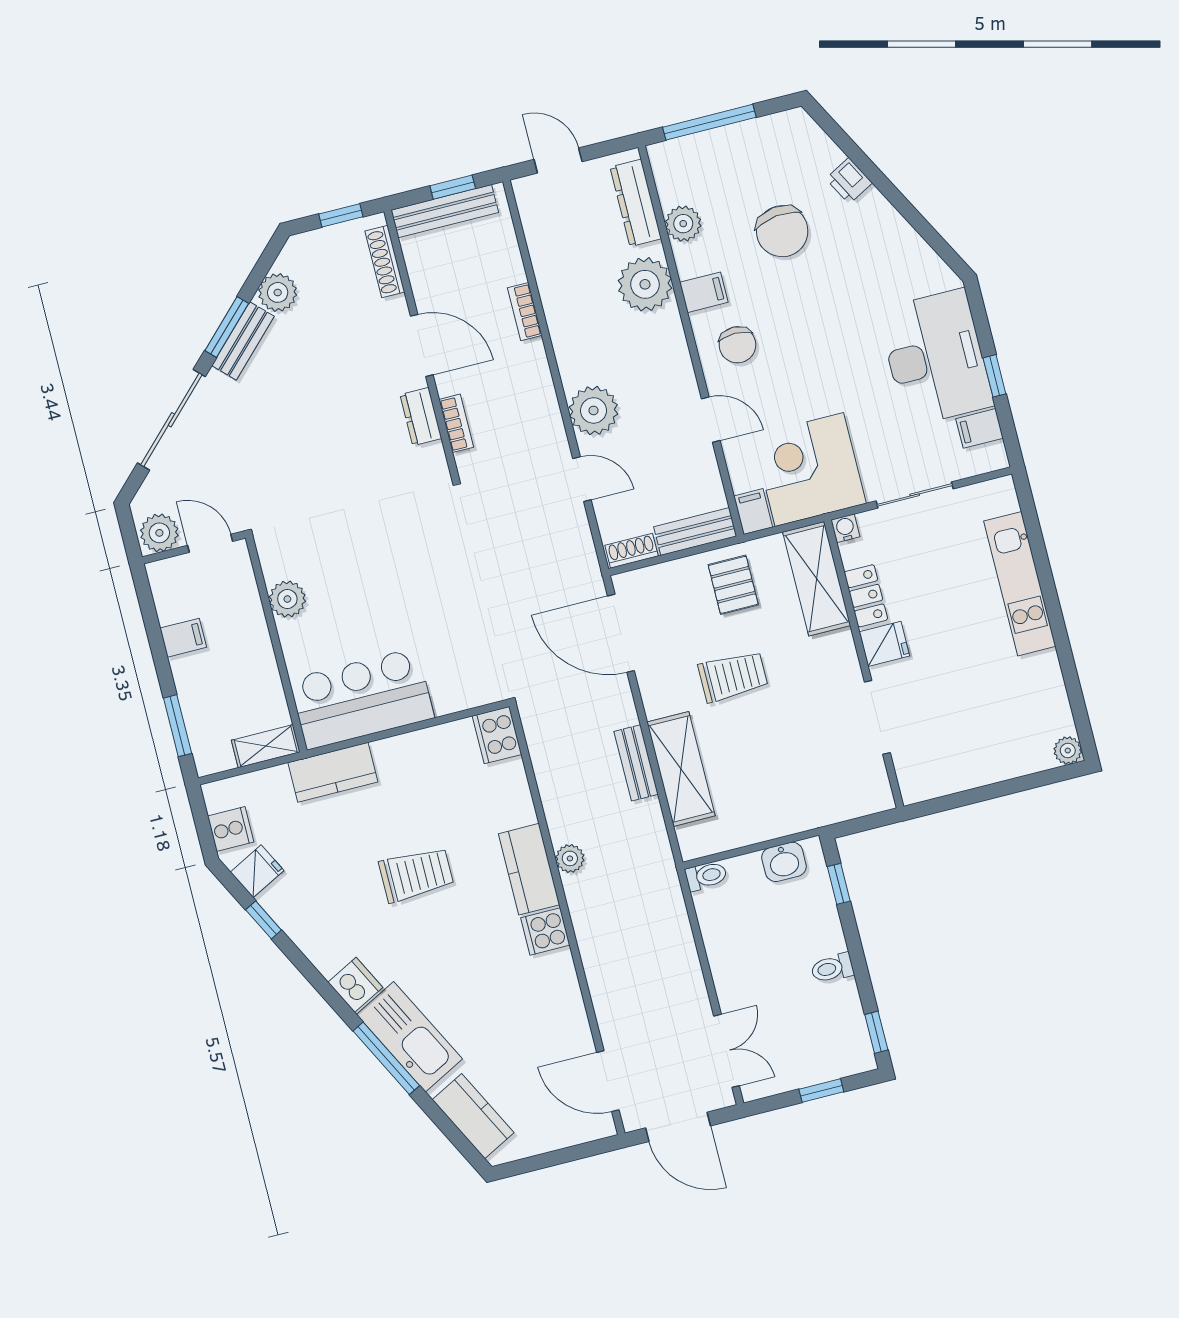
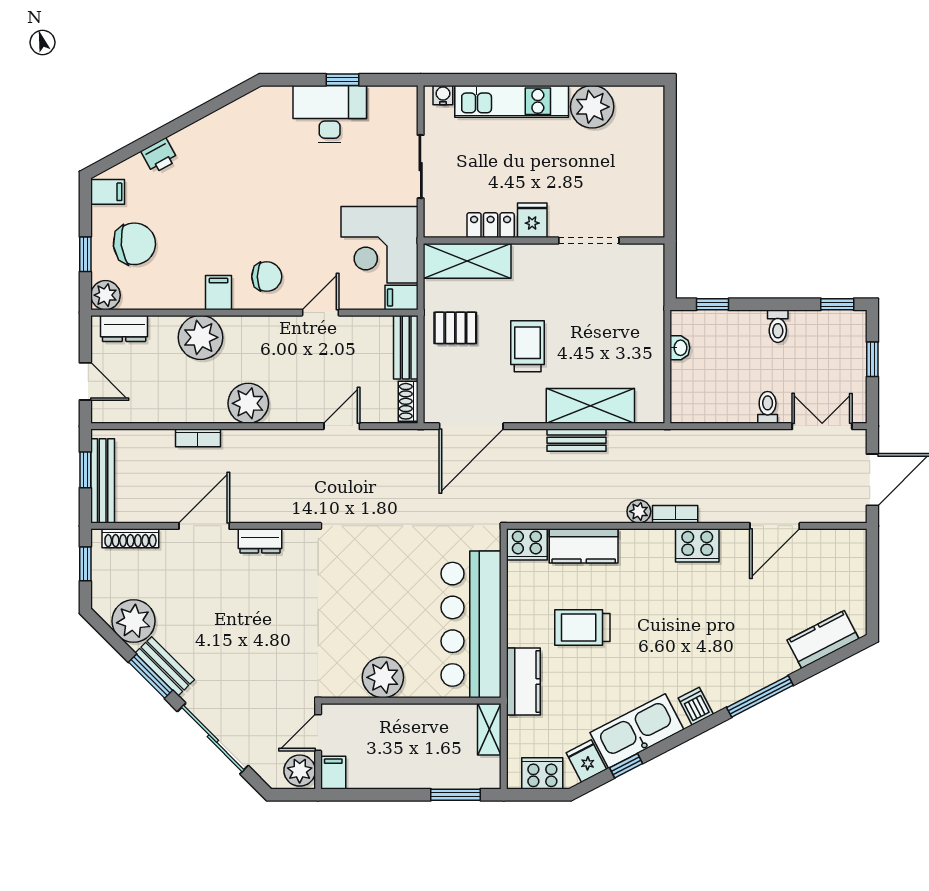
window: (709, 122) -> (85, 254), width x0.46
door: (558, 161) -> (85, 381), swing flipped
dresser: (636, 203) -> (124, 328), width x0.70
plant: (683, 224) -> (106, 295), moved
chair: (782, 231) -> (134, 244), moved
plant: (278, 292) -> (134, 621), width x1.36, depth x1.36
desk: (935, 358) -> (330, 114), width x0.73, depth x0.77
plant: (594, 410) -> (248, 403), moved
bookcase: (456, 423) -> (675, 514), moved
filing cabinet: (980, 428) -> (108, 192), moved, turned -90
water cooler: (845, 528) -> (443, 95), moved, turned 90
plant: (287, 599) -> (383, 677), width x1.36, depth x1.36
filing cabinet: (183, 638) -> (333, 773), moved
bar counter: (362, 699) -> (471, 624), width x1.36
plant: (1068, 750) -> (592, 107), moved, width x1.87, depth x1.87
cooker: (231, 829) -> (542, 773), width x1.36
washbasin: (784, 862) -> (680, 348), width x0.72, depth x0.69
kitchen counter: (529, 869) -> (584, 546), moved
trolley: (416, 874) -> (582, 628), moved, turned -90
toilet: (706, 876) -> (768, 407), moved
cooker: (545, 931) -> (697, 545), width x1.36
dishwasher: (355, 985) -> (696, 706), width x0.73
kitchen sink: (410, 1037) -> (637, 731), moved
door: (608, 1081) -> (775, 526), moved

